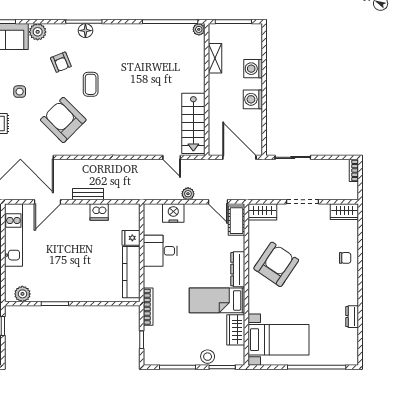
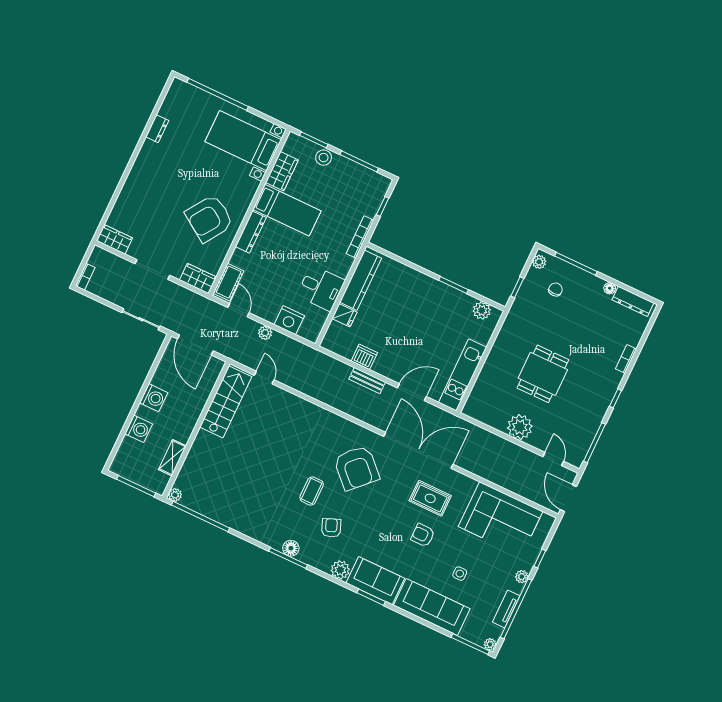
side table: (20, 92) -> (387, 518), removed
chair: (345, 258) -> (136, 192), removed

